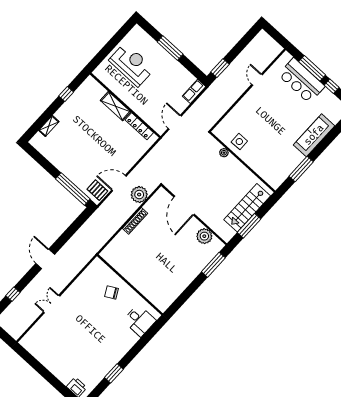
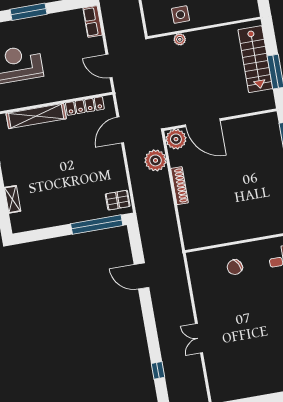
shelving: (116, 106) -> (36, 116), width x1.47
door: (119, 183) -> (120, 130), moved
plant: (204, 236) -> (176, 139), moved
door: (45, 259) -> (141, 276), moved

